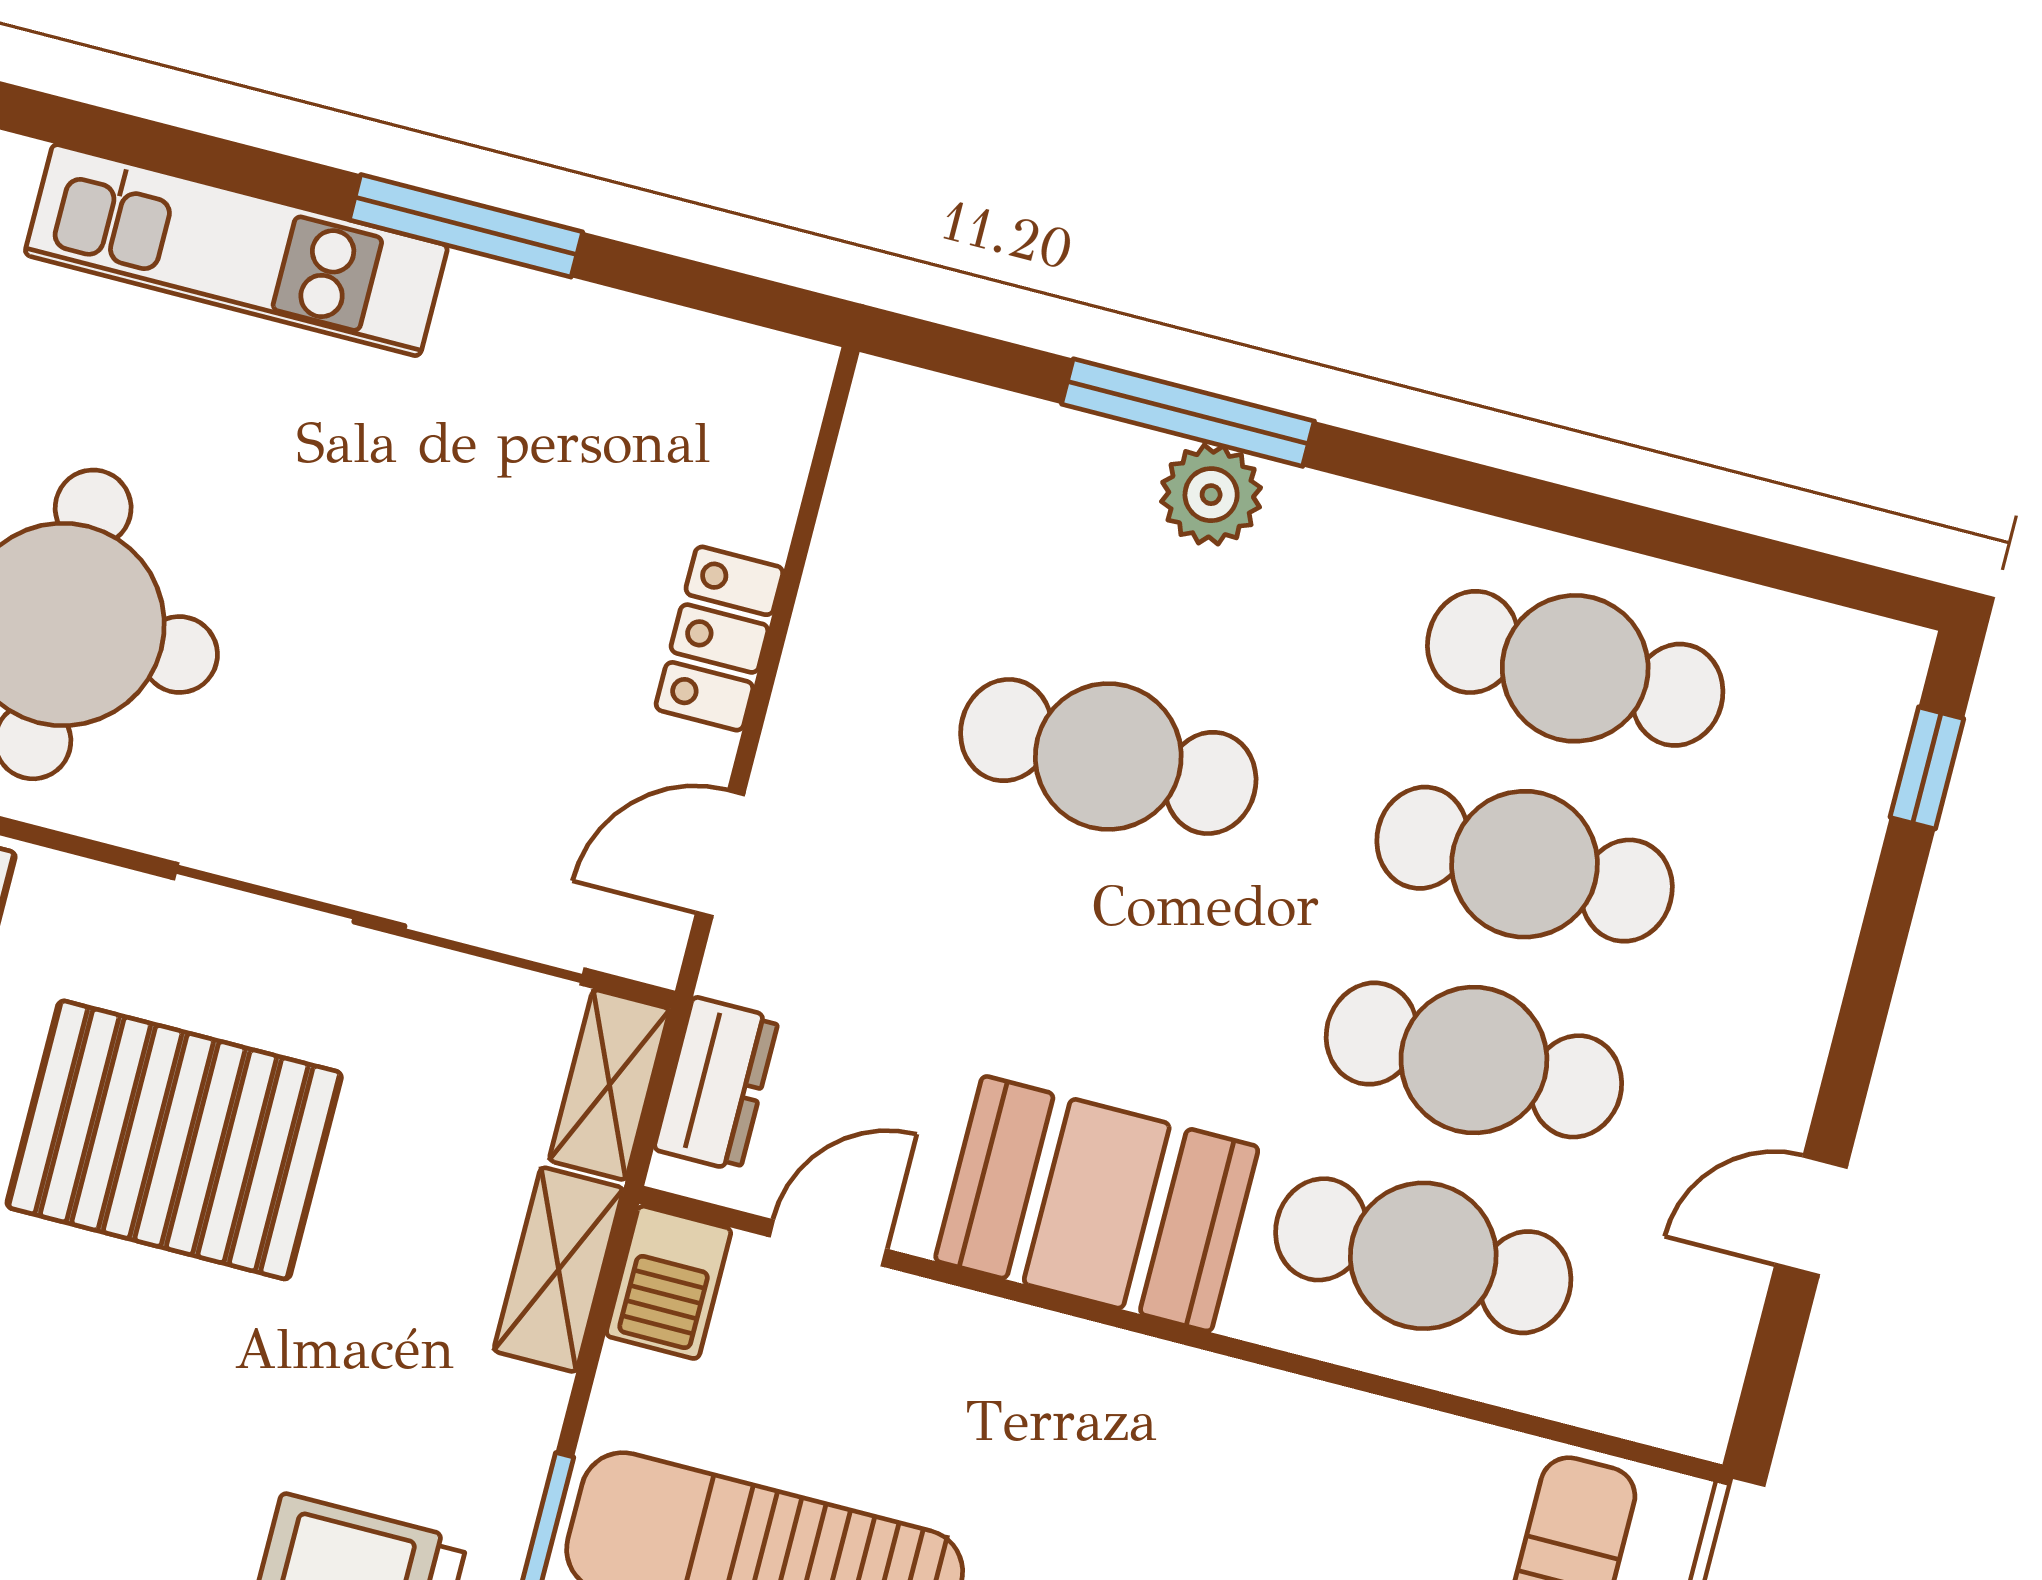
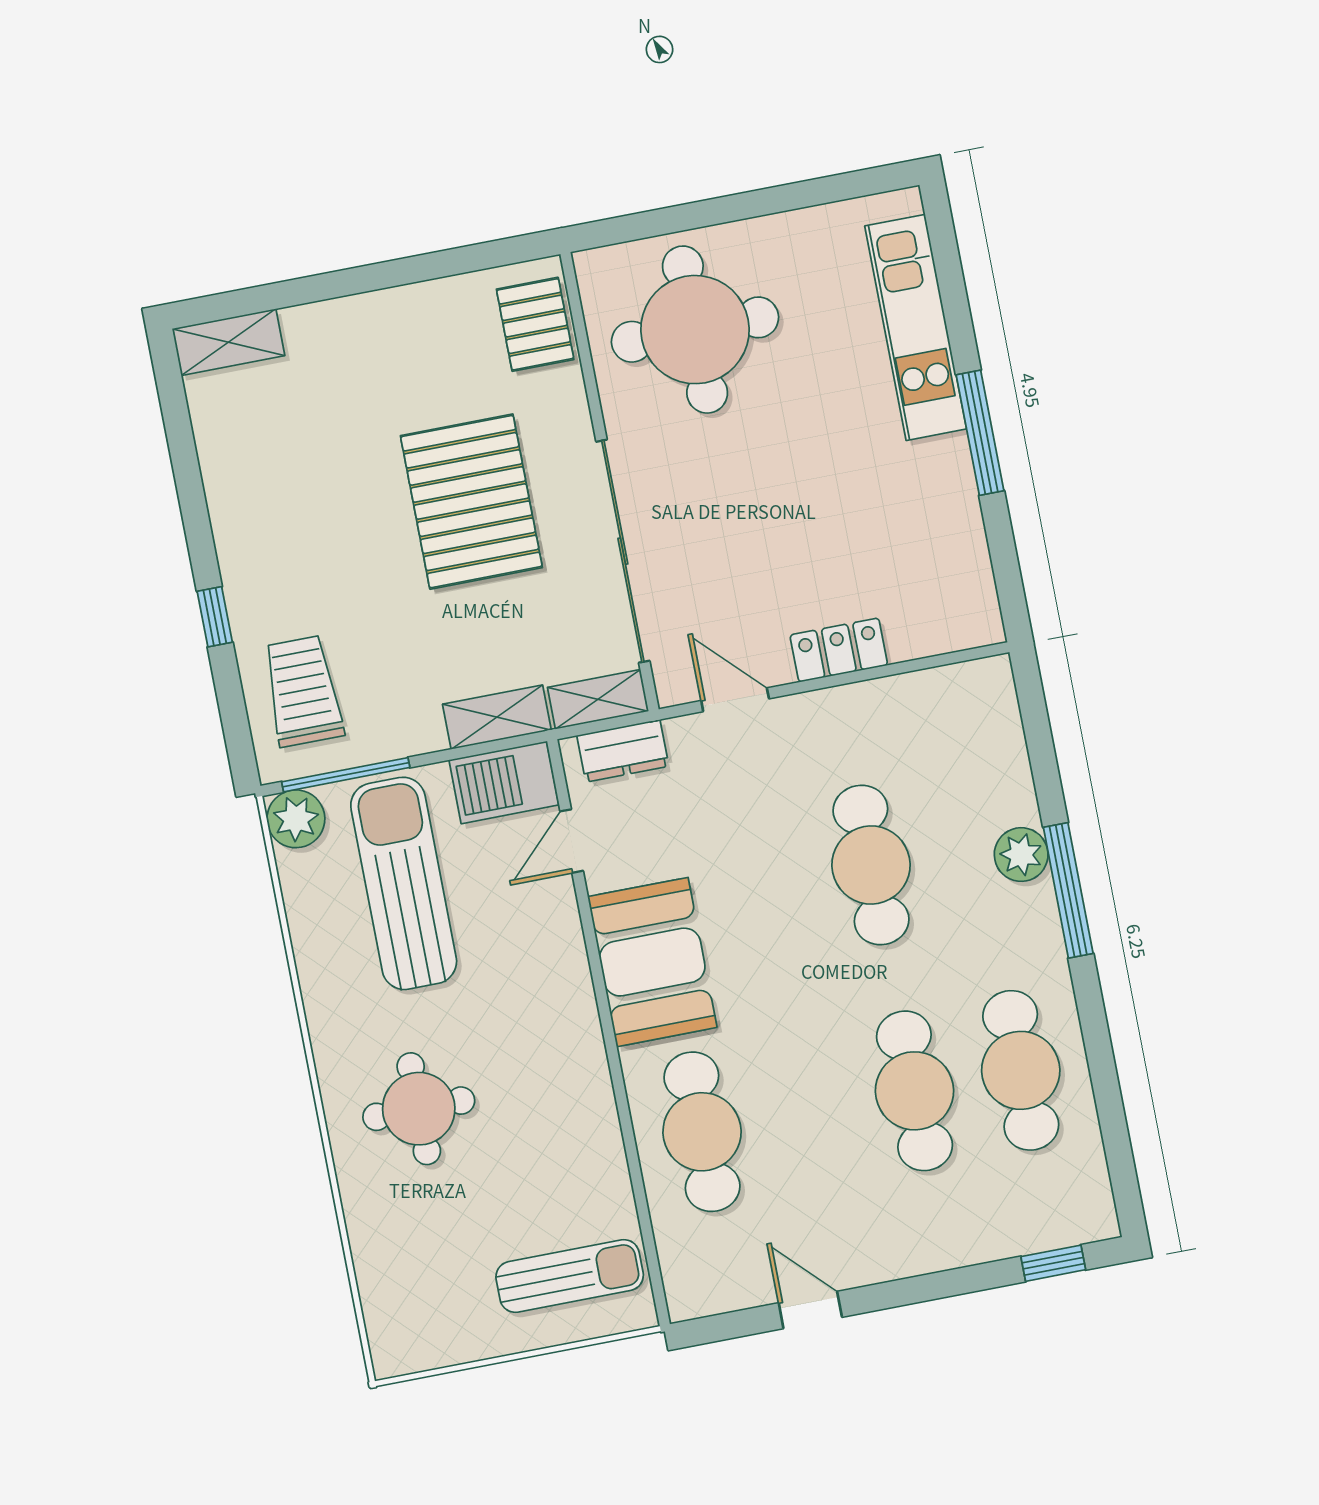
window: (1188, 413) -> (1068, 890), moved
cafe table: (1474, 1060) -> (808, 1111), removed
door: (828, 1243) -> (572, 841), swing flipped
barbecue: (669, 1282) -> (504, 782), width x1.38, depth x1.27

